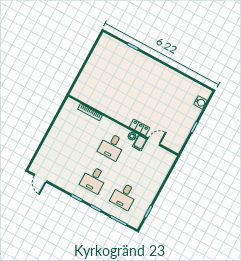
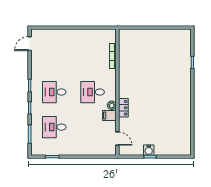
water cooler: (200, 102) -> (149, 150), moved
door: (154, 142) -> (117, 139), moved

